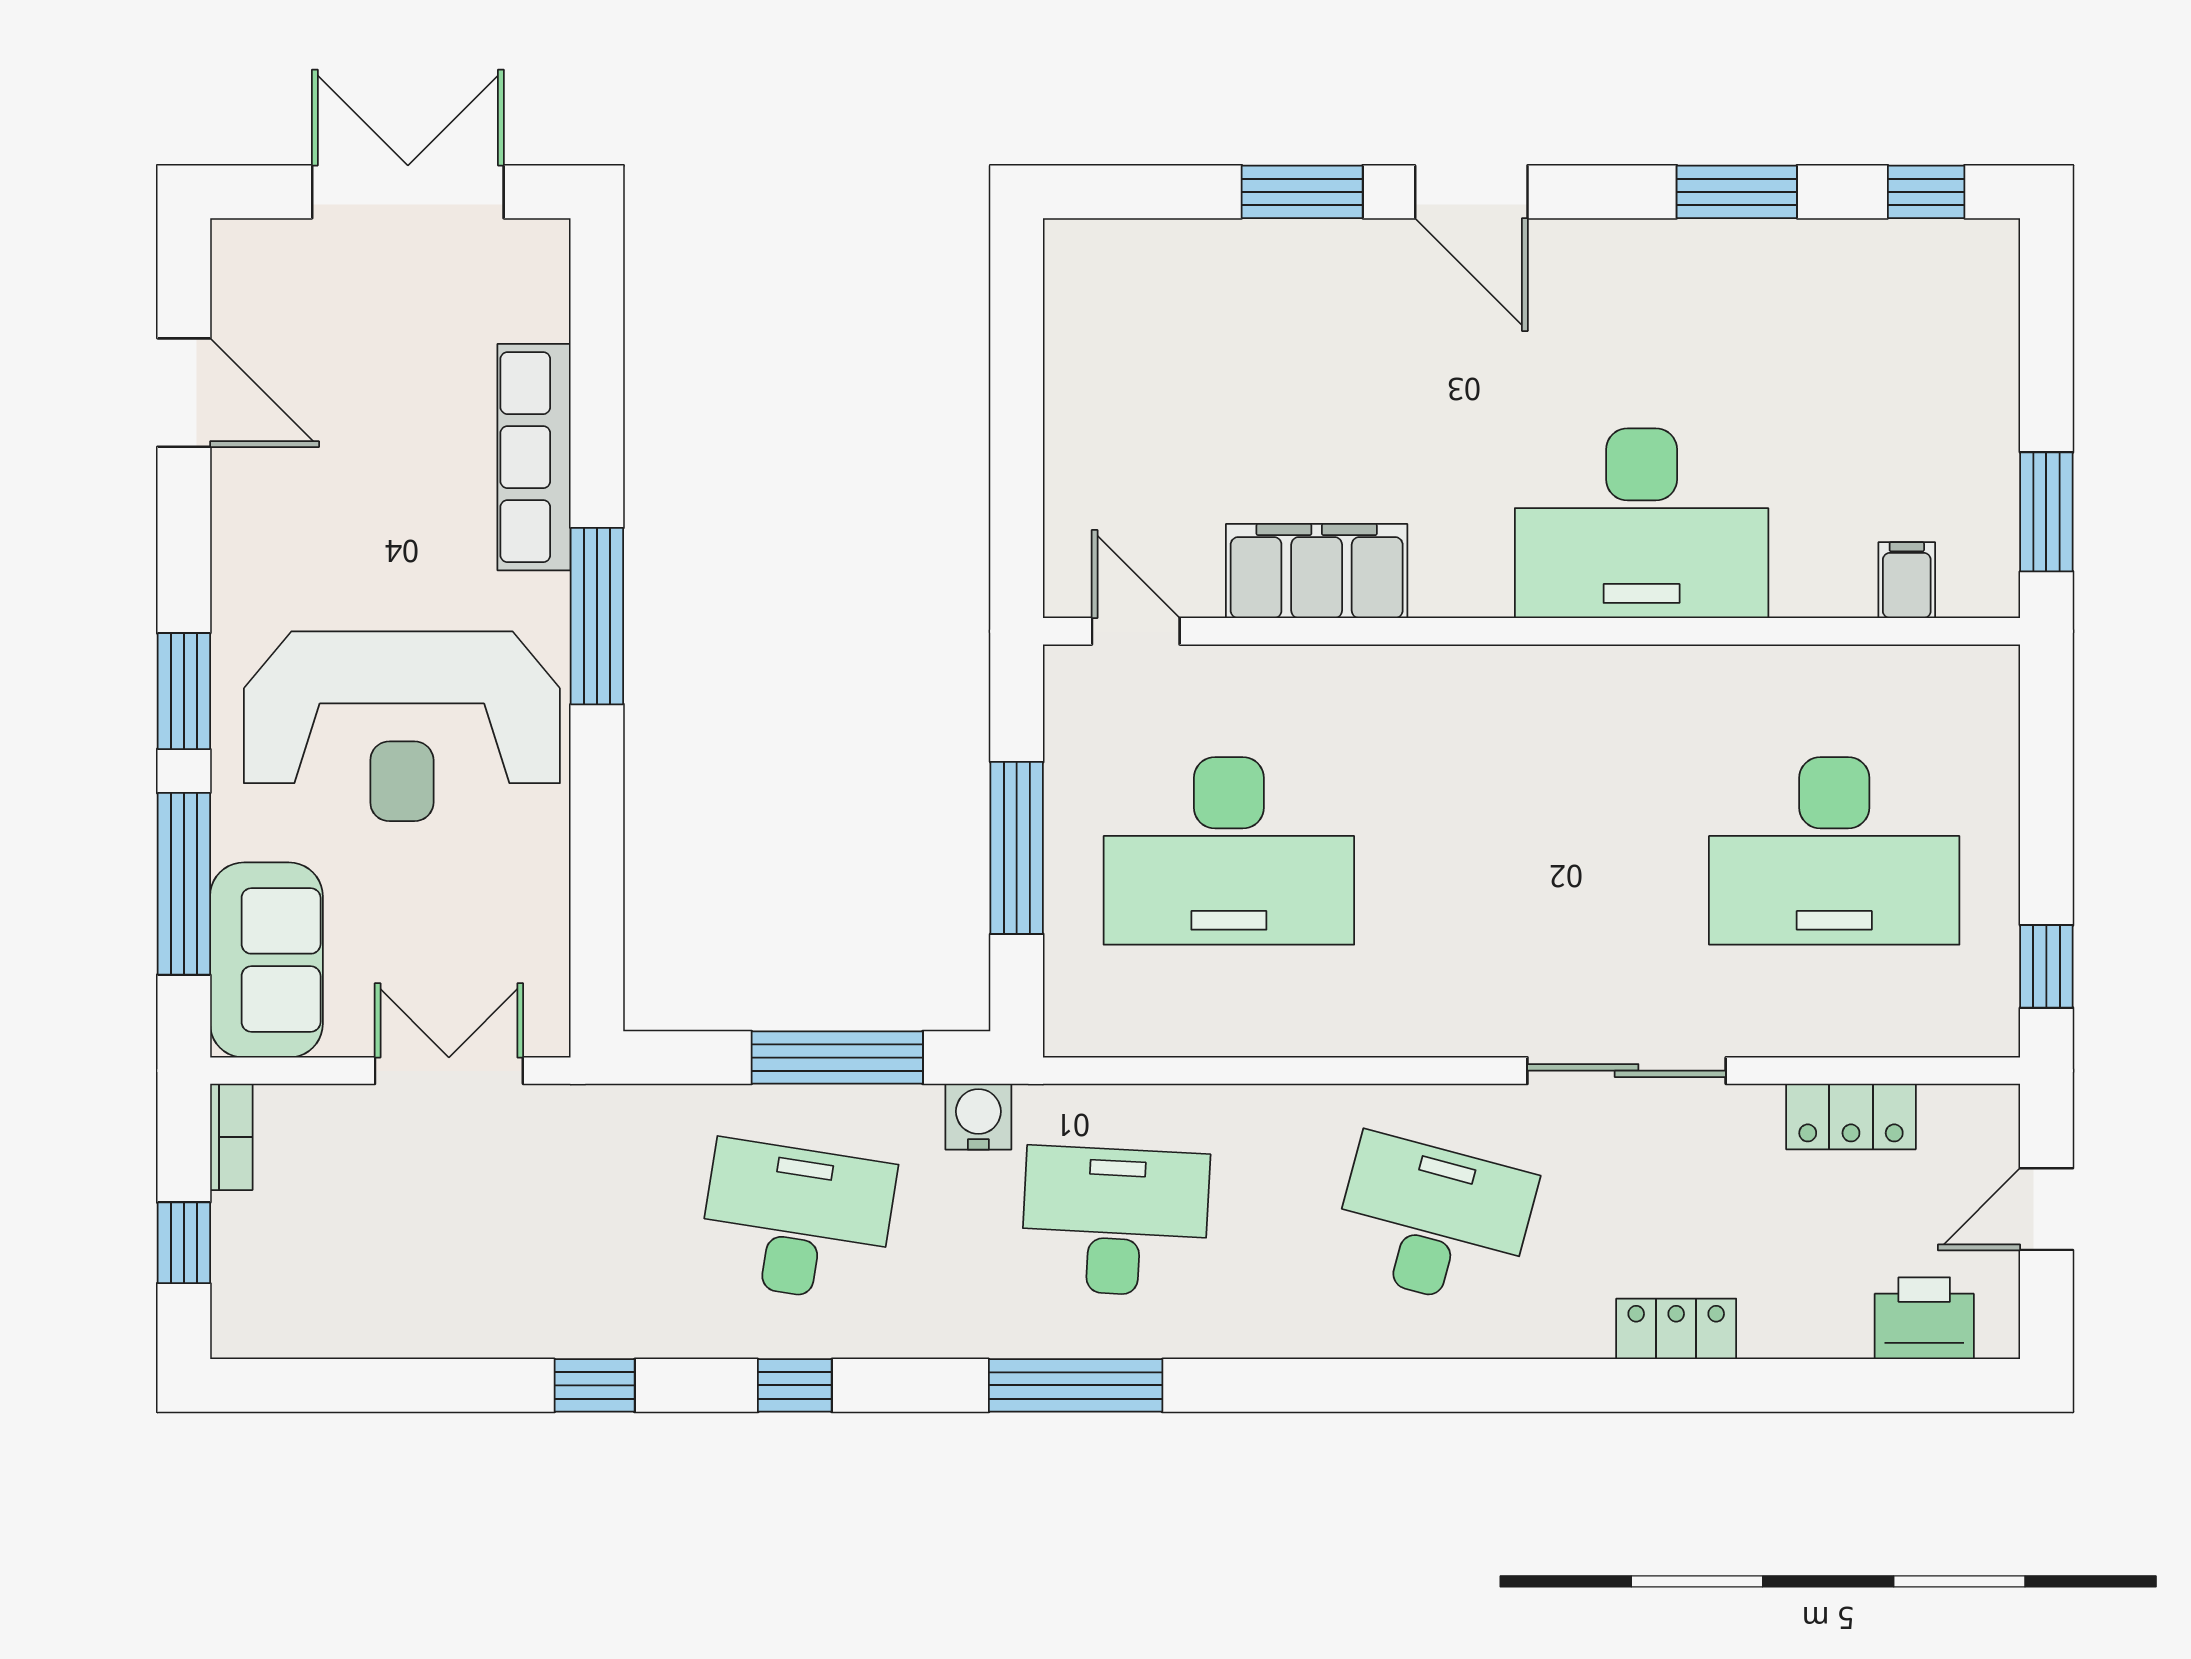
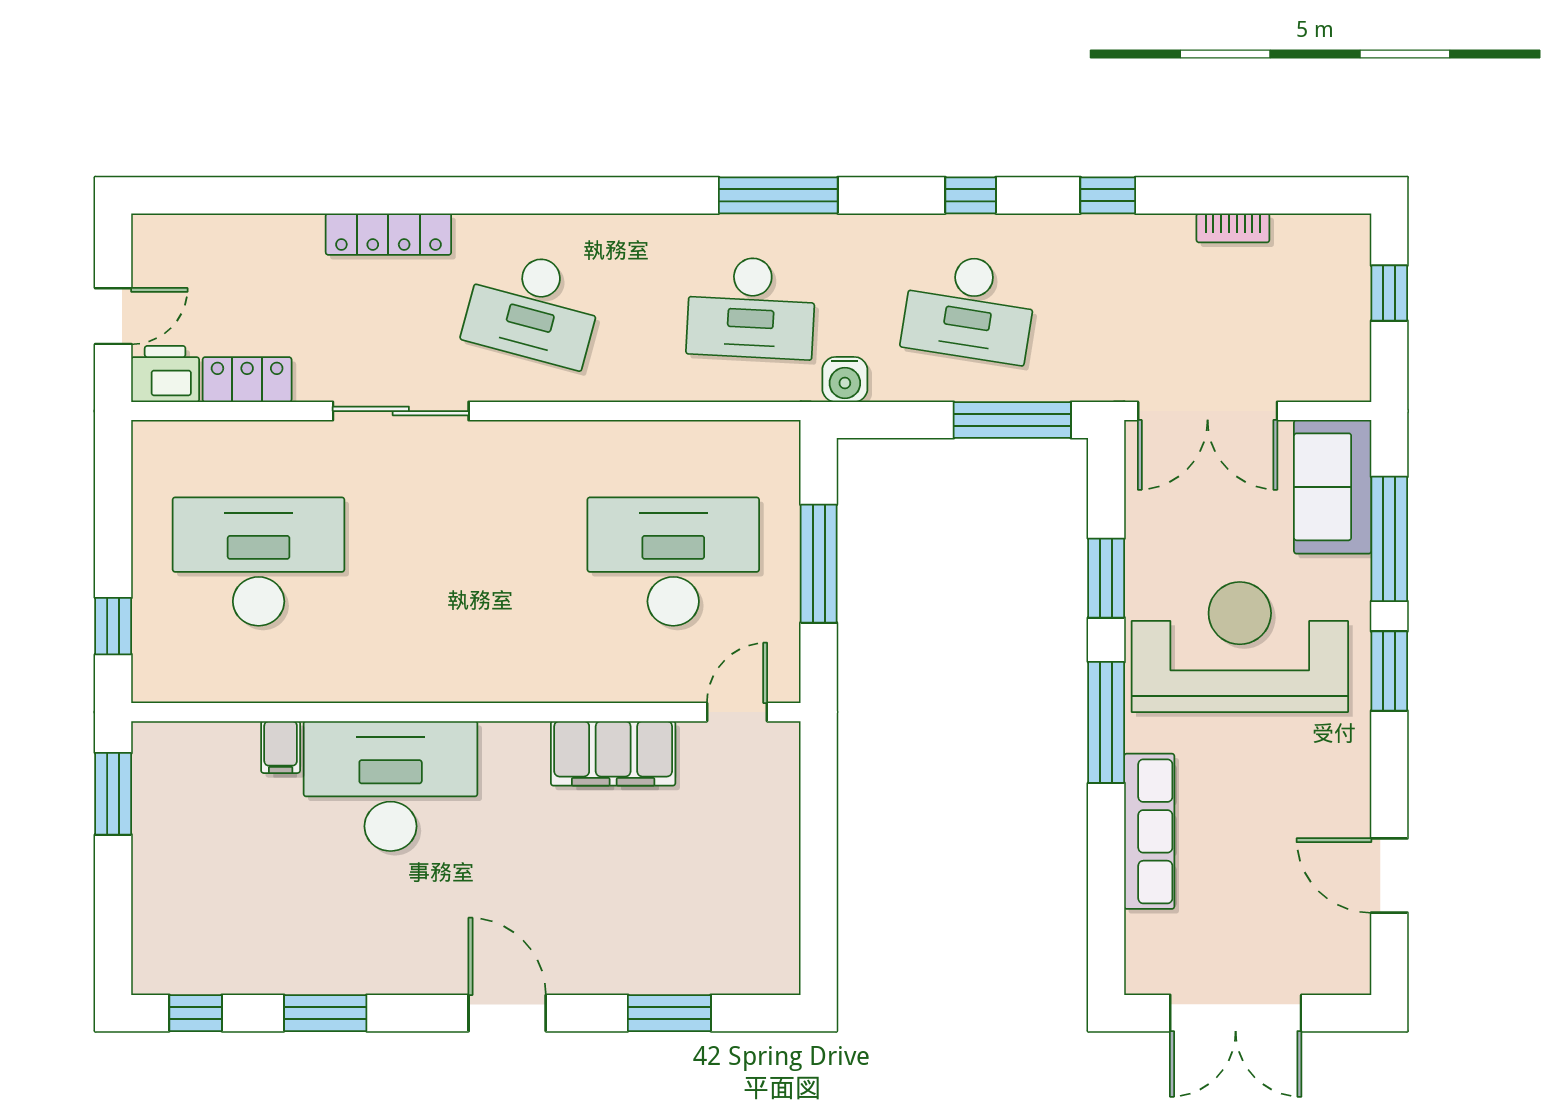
window: (1302, 192) -> (669, 1013), moved
filing cabinet: (1907, 580) -> (281, 747), moved
door: (1136, 631) -> (737, 712), swing flipped
window: (597, 827) -> (1106, 578), added
window: (2046, 966) -> (113, 626), moved
window: (837, 1058) -> (1012, 420), moved
double door: (449, 1071) -> (1208, 411), width x1.37
bookcase: (231, 1137) -> (1233, 228), moved, turned -90
printer: (1924, 1318) -> (165, 374), moved, turned 180
locker: (1676, 1329) -> (388, 234), width x1.53

